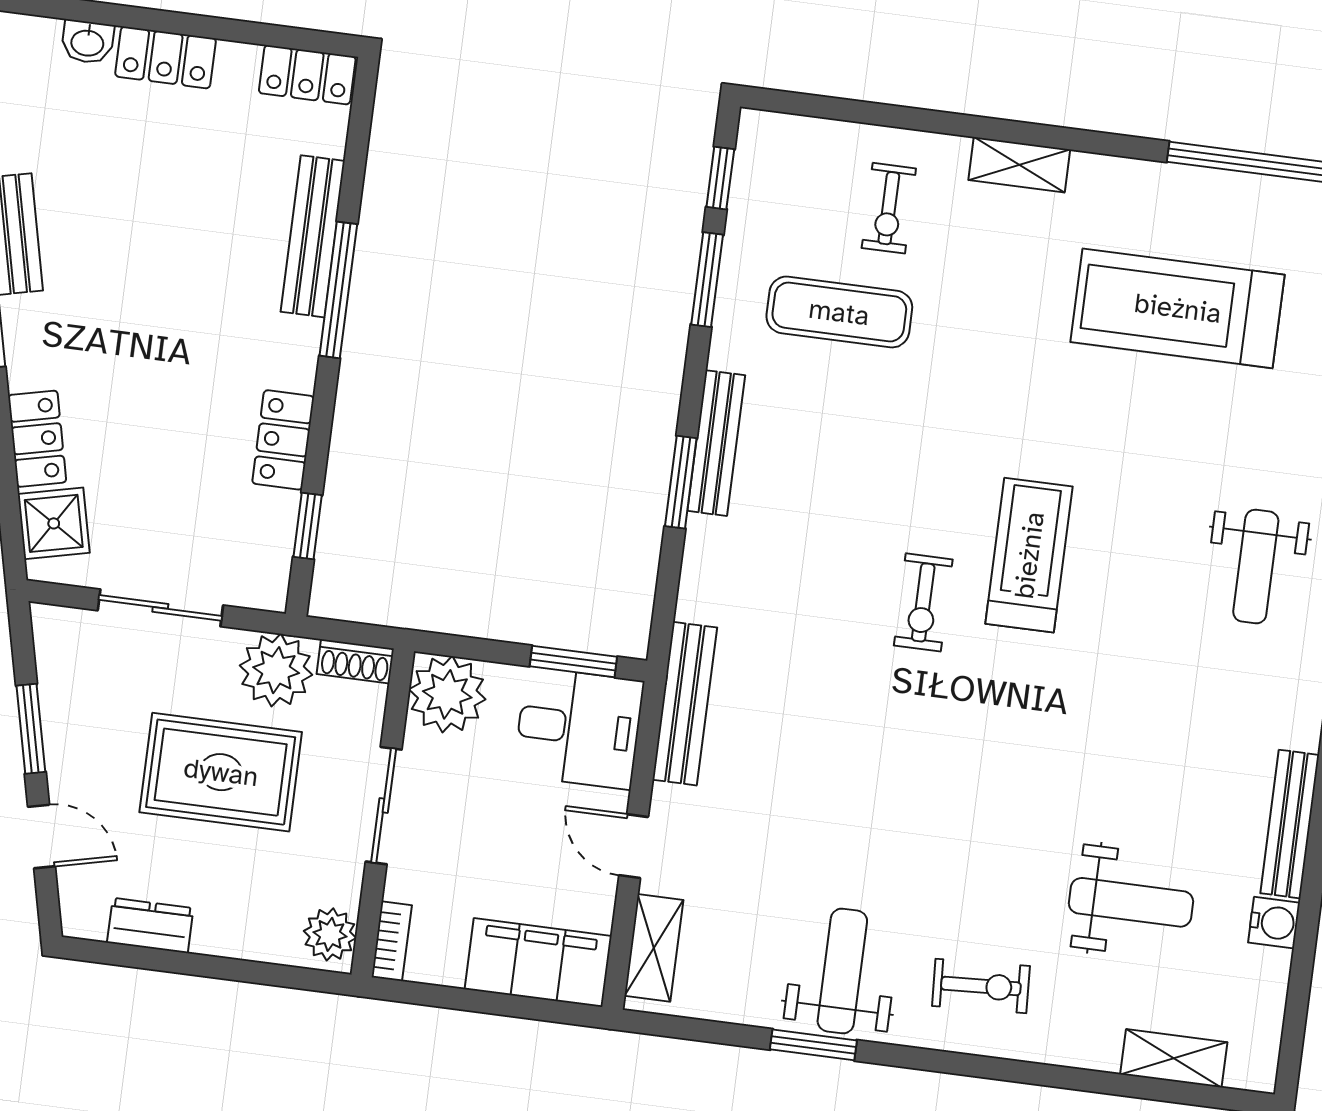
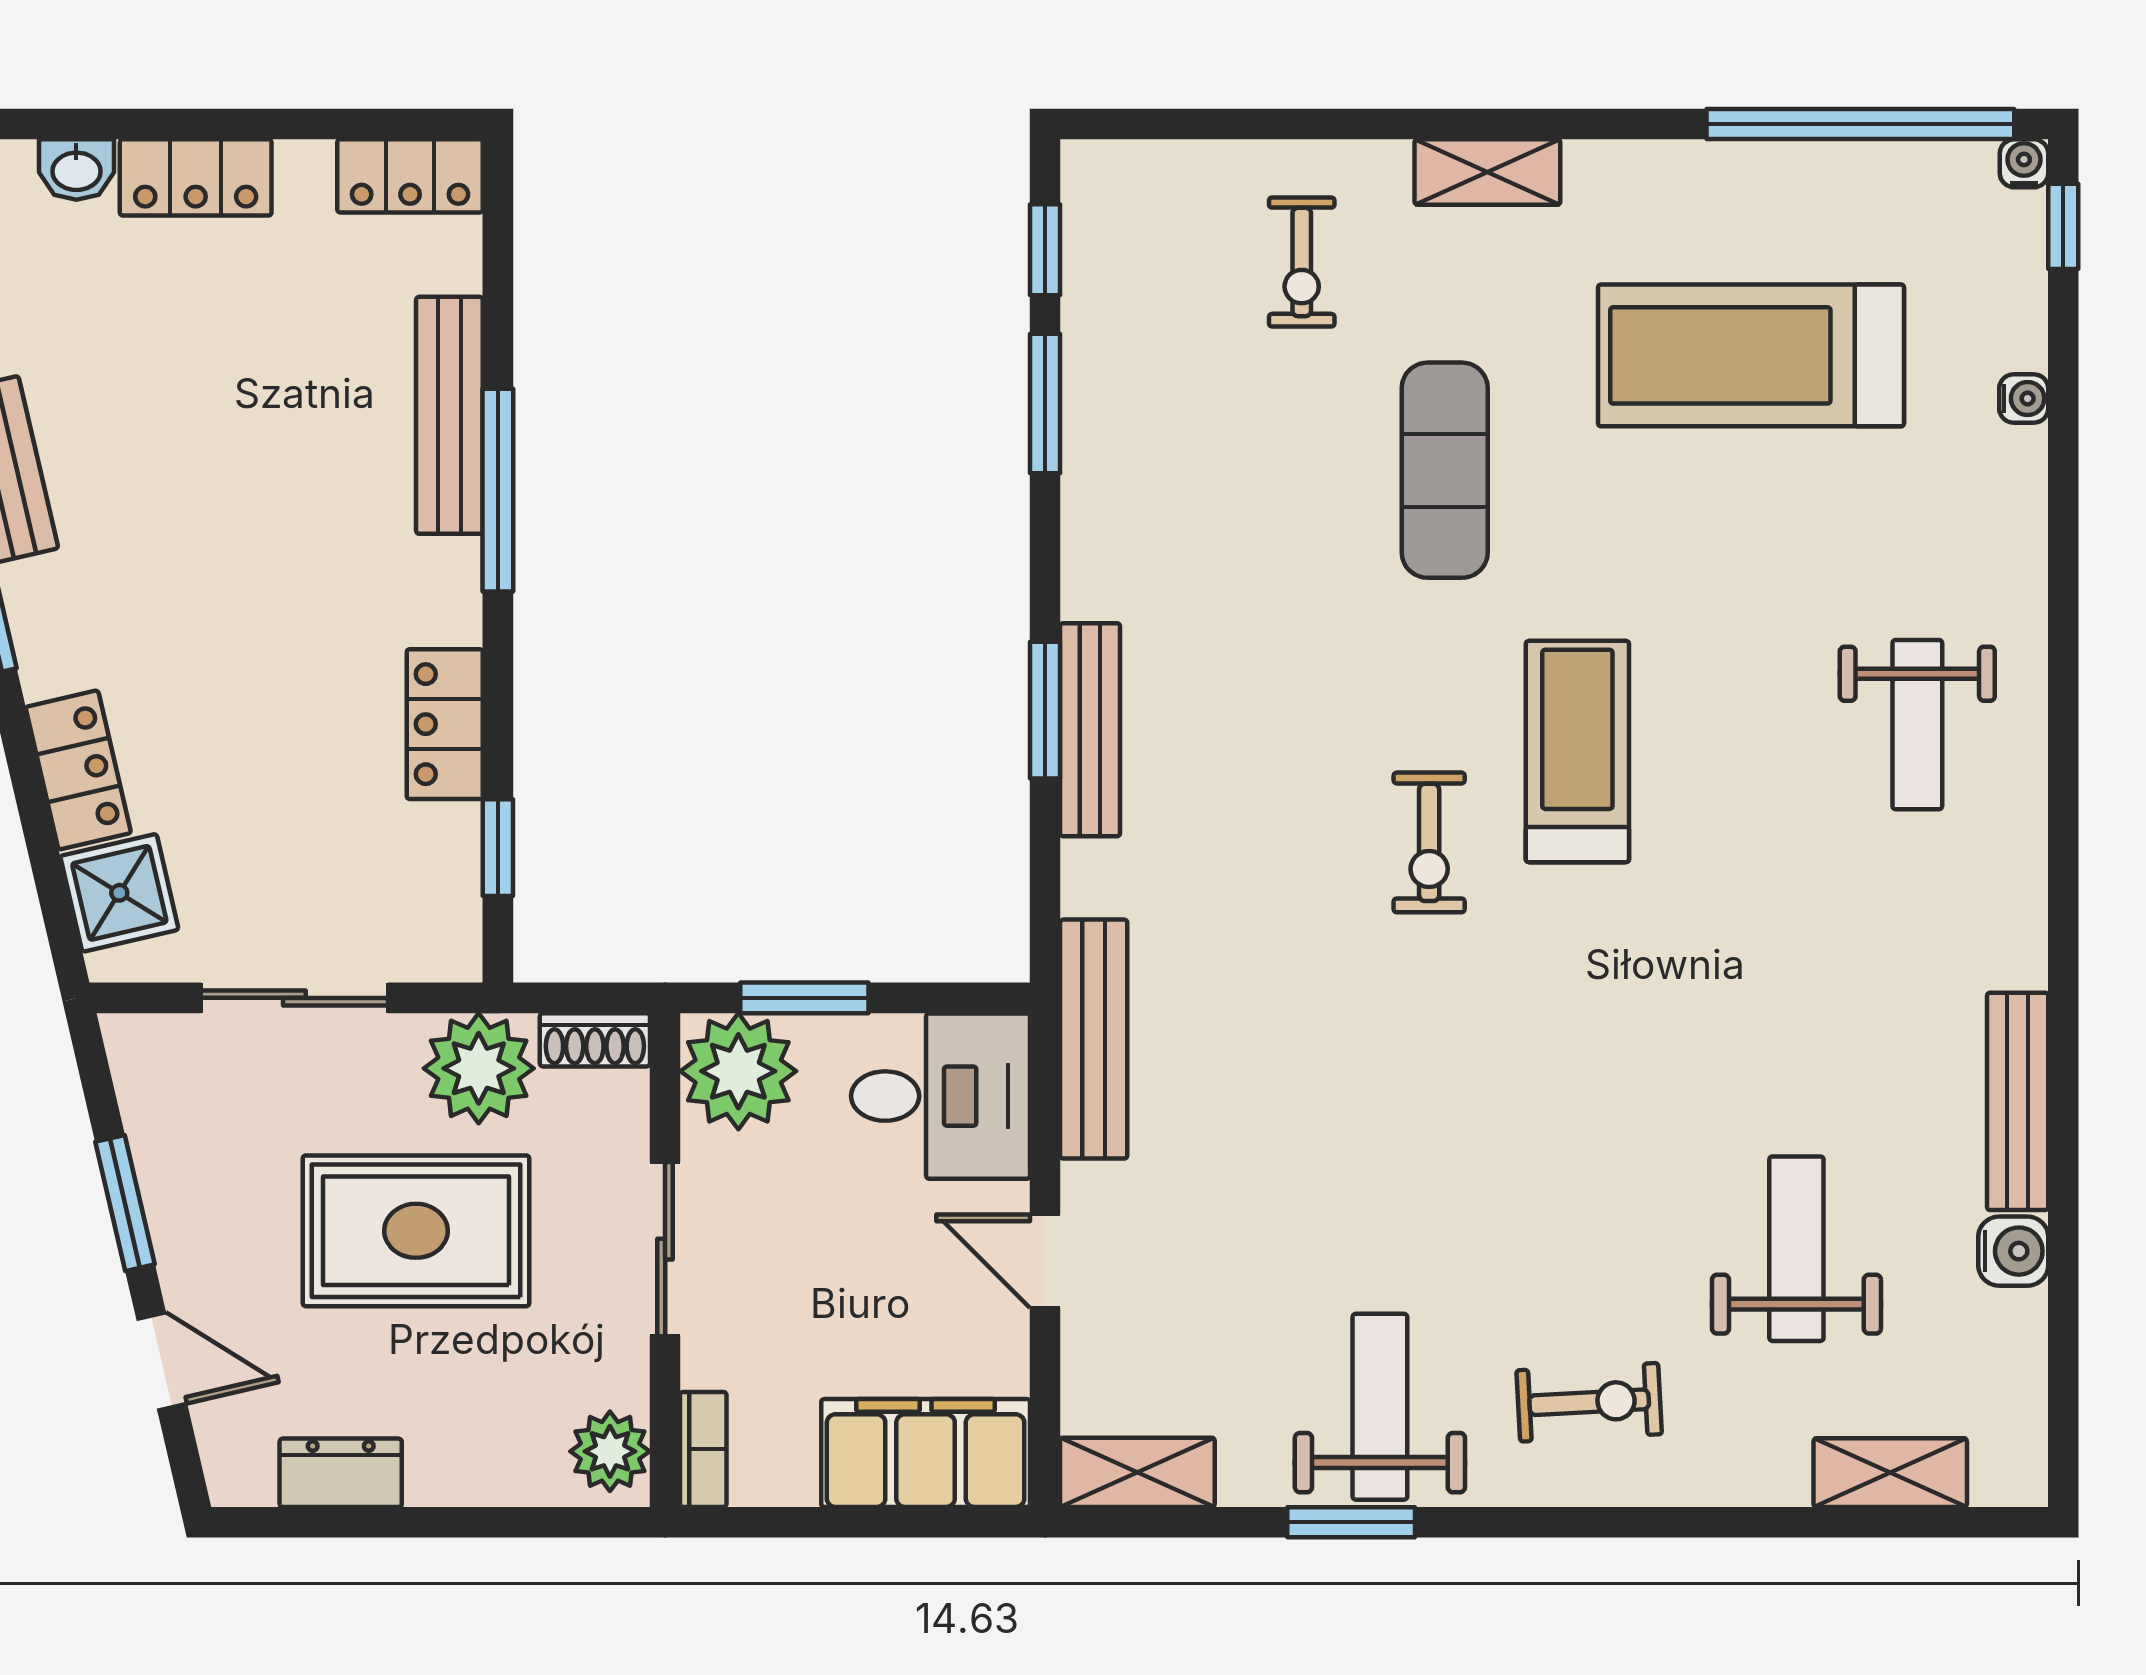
exercise mat: (839, 312) -> (1445, 470), moved, turned 90
bench: (716, 443) -> (1090, 730), moved
window: (573, 662) -> (804, 998), moved
weight bench: (1131, 902) -> (1796, 1249), turned -90
shelving: (654, 948) -> (1137, 1472), moved, turned 90

